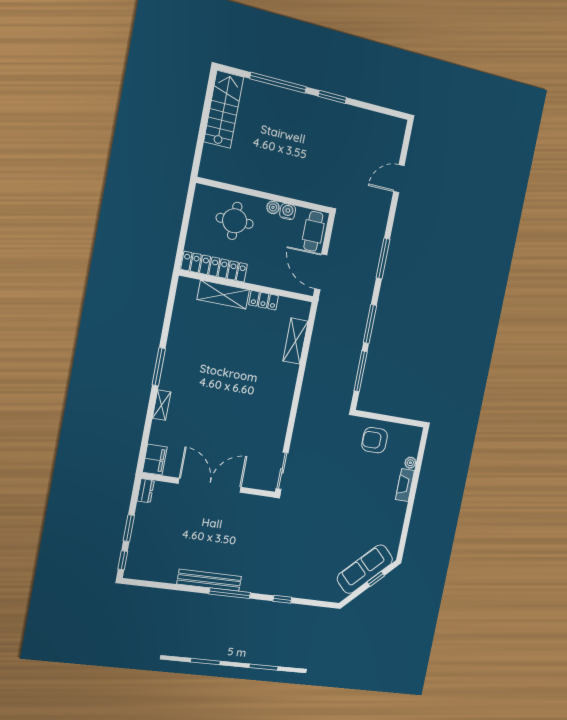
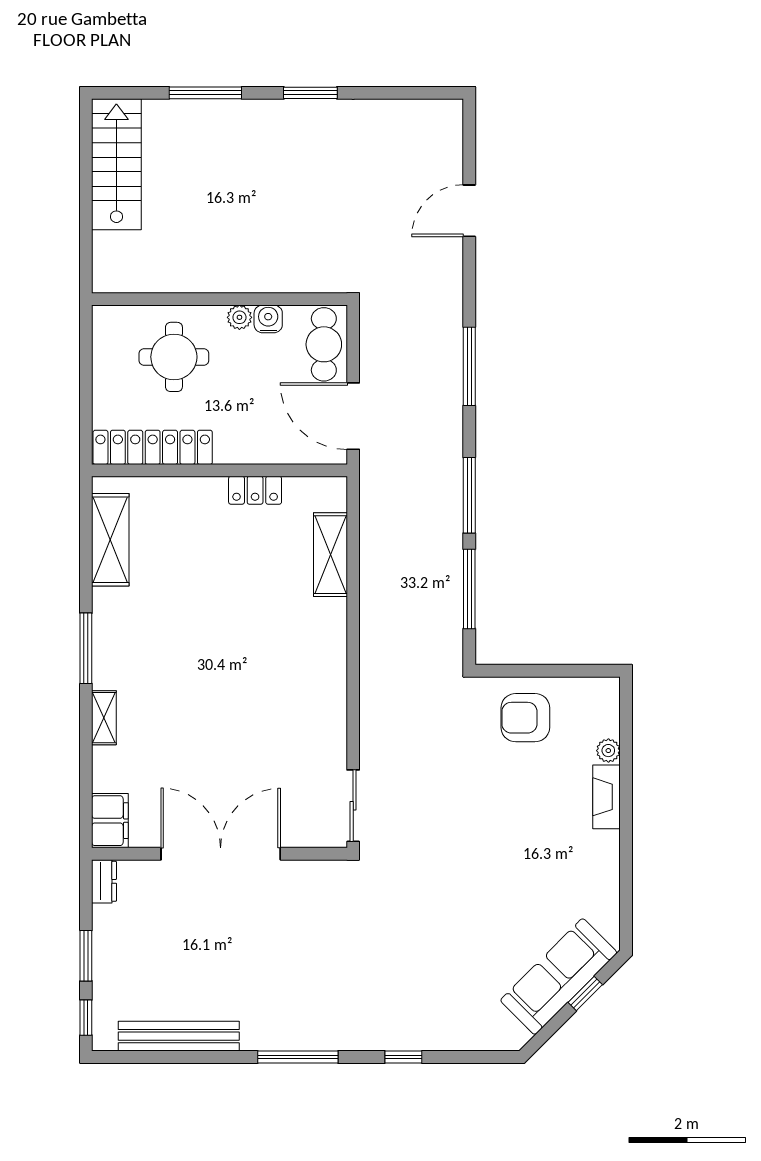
window: (278, 83) -> (205, 93), width x0.68
shelving: (223, 295) -> (110, 540), moved, turned 90
bench: (209, 580) -> (179, 1036), moved

